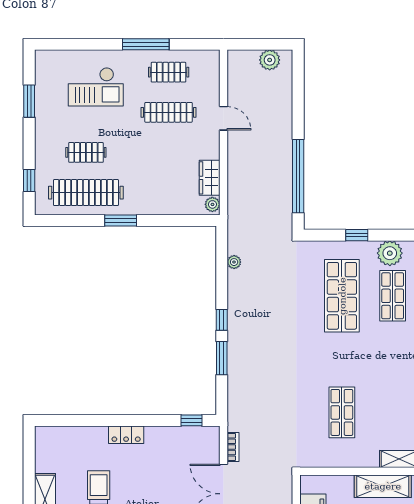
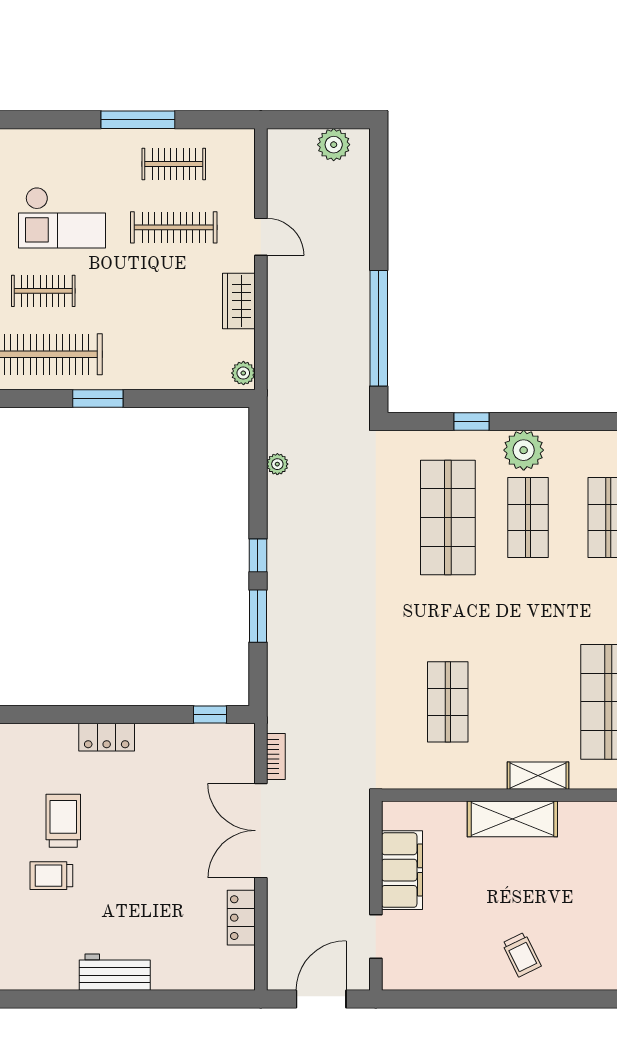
checkout: (96, 87) -> (62, 218), moved
wardrobe: (210, 178) -> (239, 301), moved

